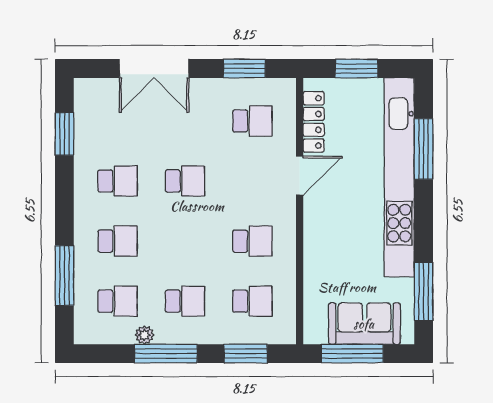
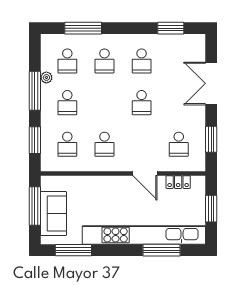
locker: (314, 122) -> (178, 182), width x0.66

